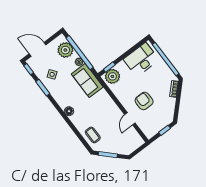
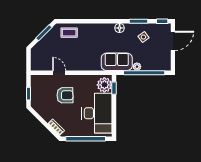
plant: (65, 50) -> (155, 63), removed
desk: (141, 60) -> (97, 113), width x1.36, depth x1.30
floor lamp: (69, 111) -> (120, 28), moved

